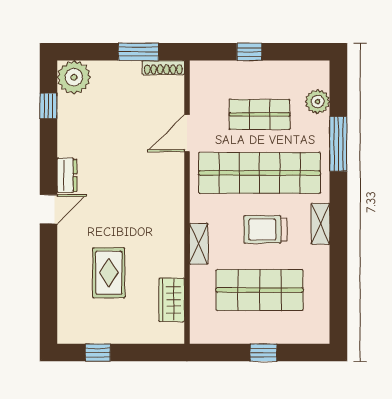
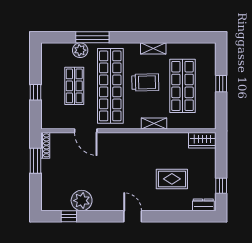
plant: (74, 77) -> (82, 201), moved
plant: (318, 102) -> (80, 50), moved
dresser: (67, 175) -> (203, 205), moved
shelving: (320, 224) -> (153, 48), moved
trolley: (265, 229) -> (145, 82), turned -91
wardrobe: (172, 300) -> (202, 140), moved

